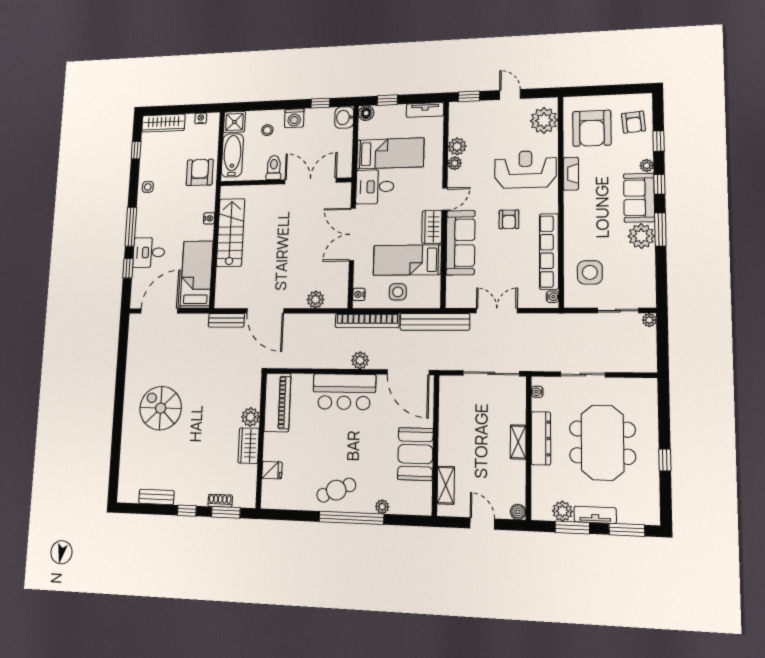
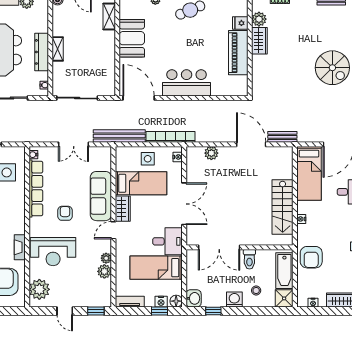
nightstand: (385, 112) -> (161, 302), added
plant: (360, 360) -> (175, 107), removed
piano: (277, 402) -> (238, 53), moved
plant: (251, 417) -> (259, 19), moved

